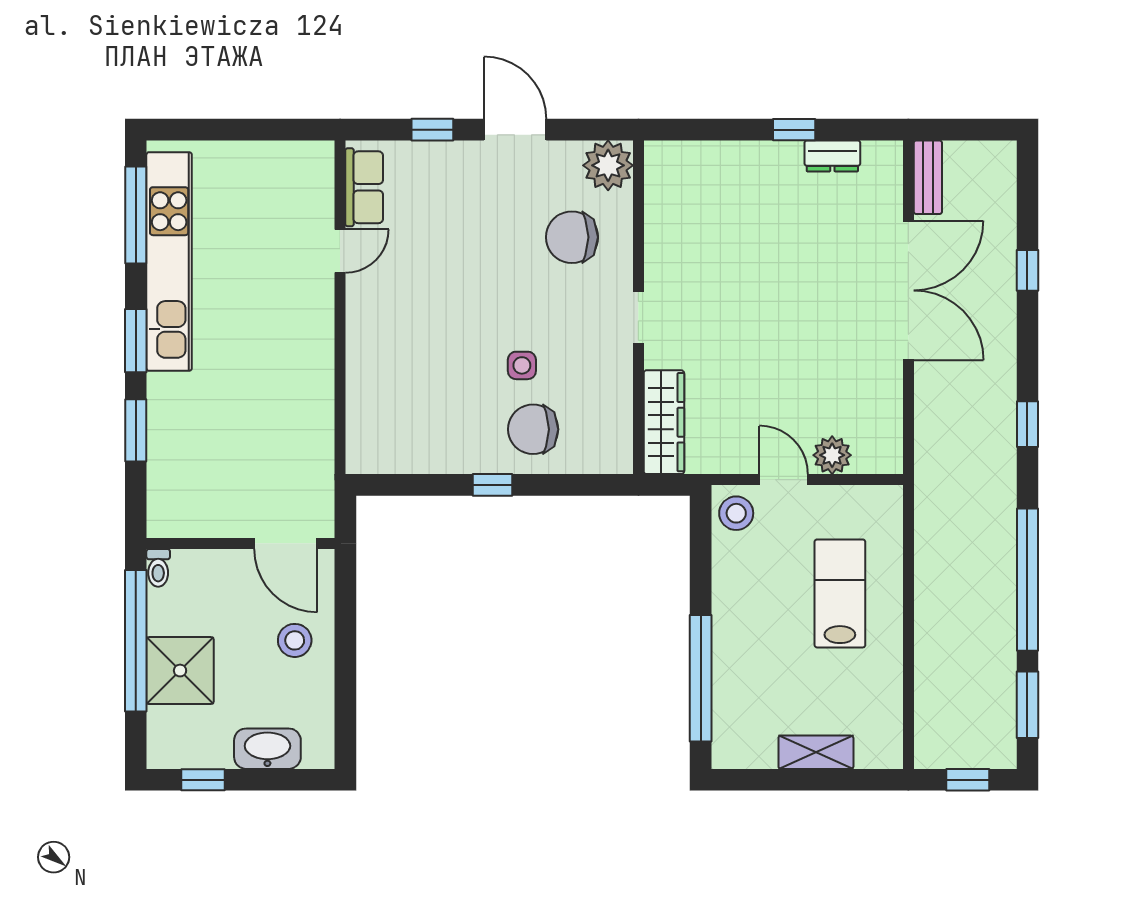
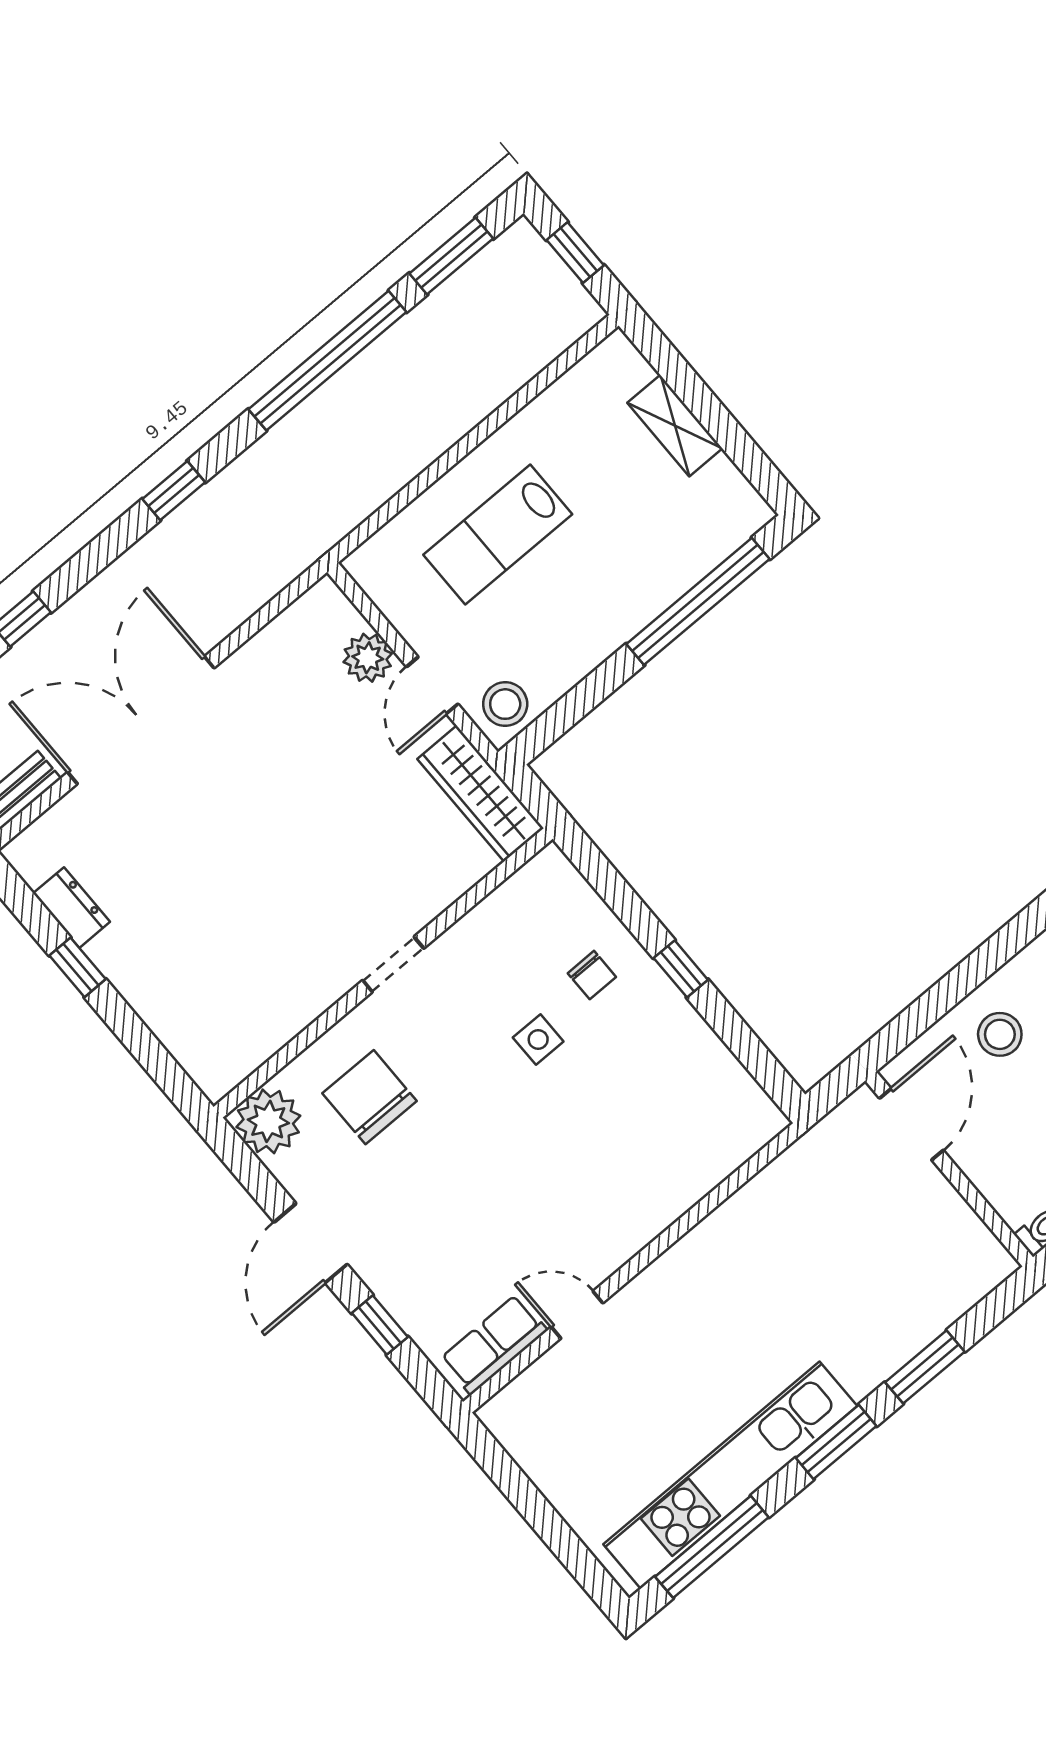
chair: (572, 237) -> (370, 1097), turned 180
wardrobe: (664, 422) -> (480, 793), moved, turned -90
chair: (533, 429) -> (592, 975), width x0.54, depth x0.54

